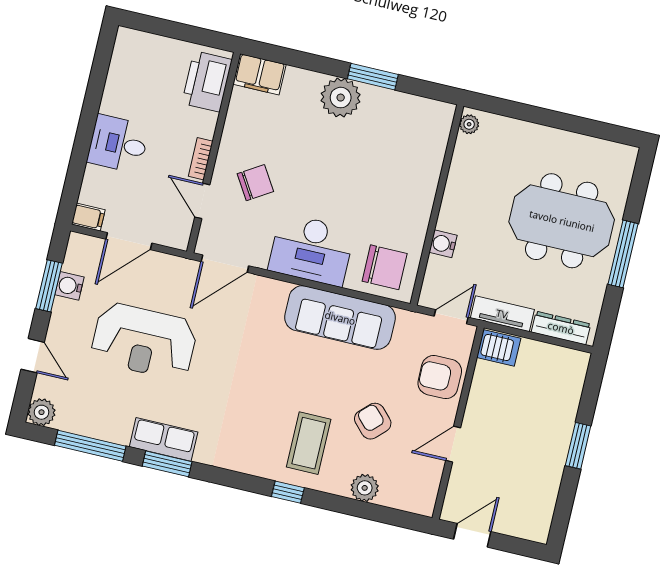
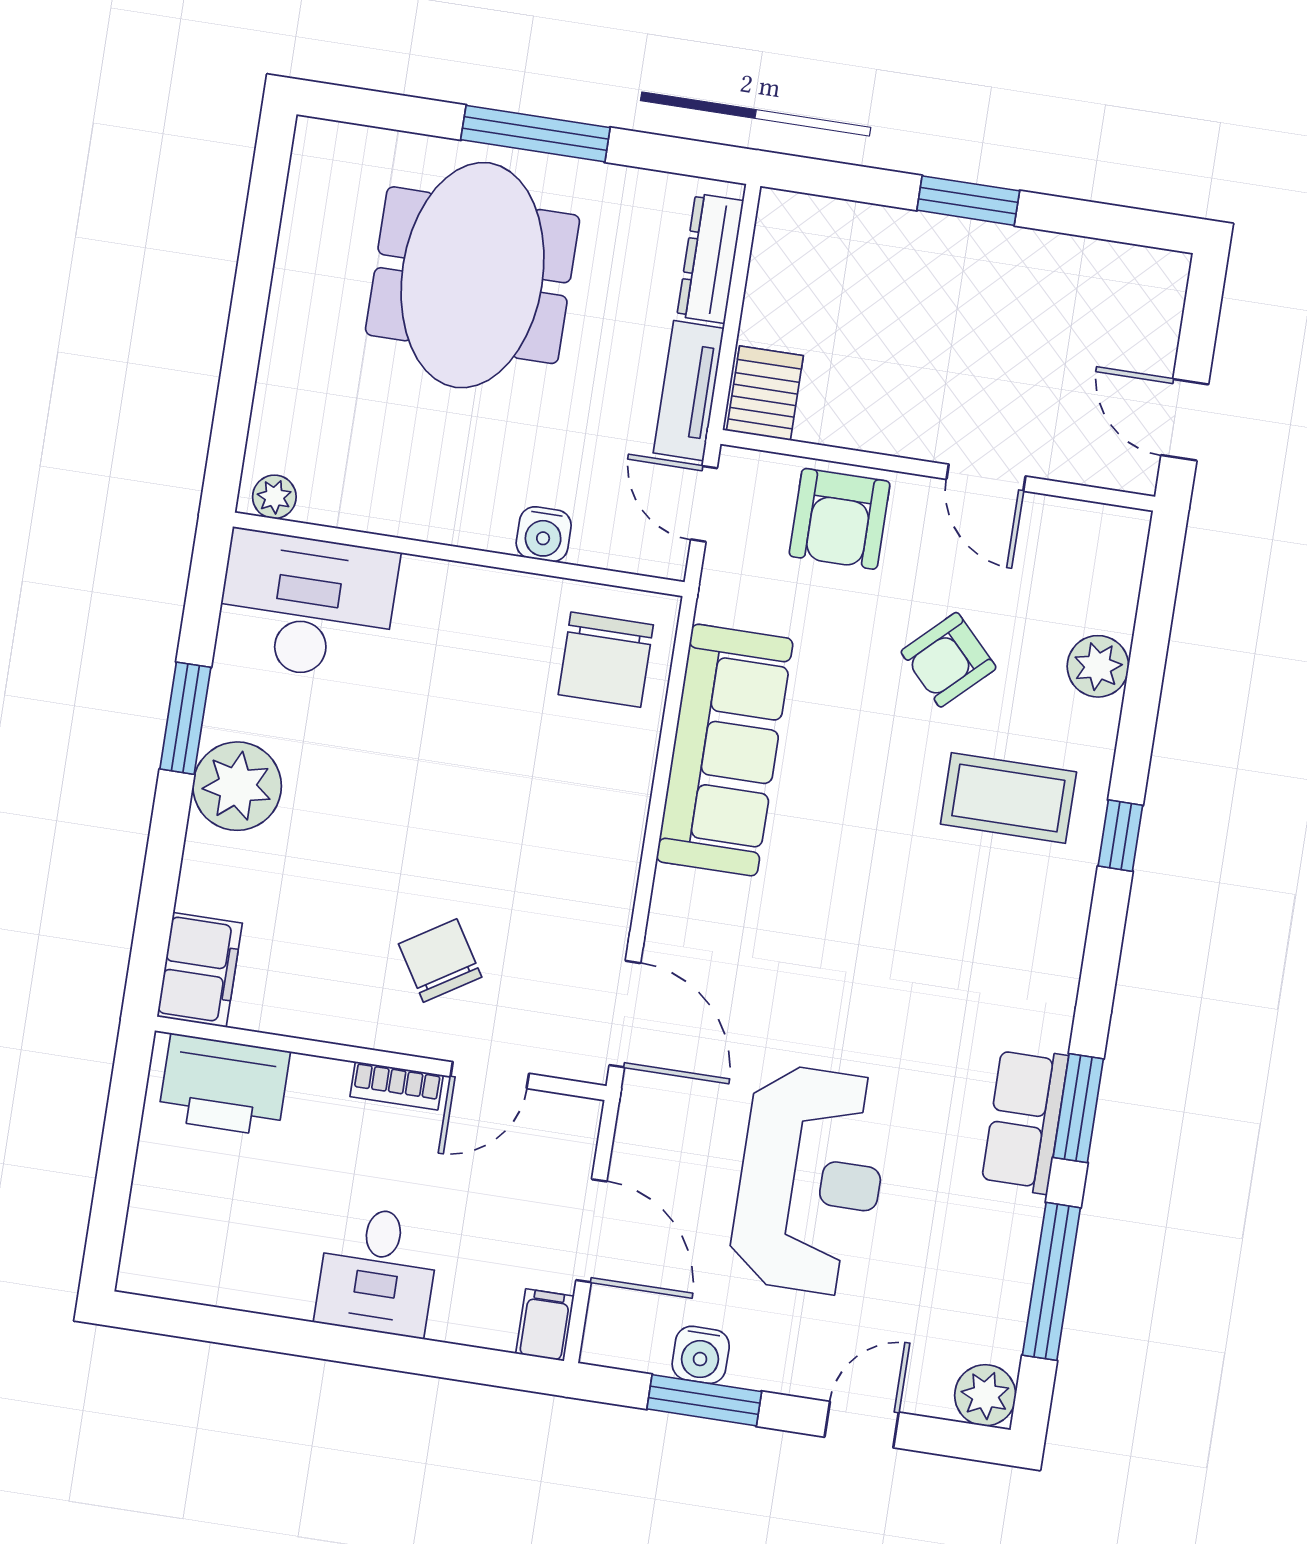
desk: (311, 250) -> (307, 606), moved, turned -90
chair: (385, 267) -> (606, 660), turned 180

